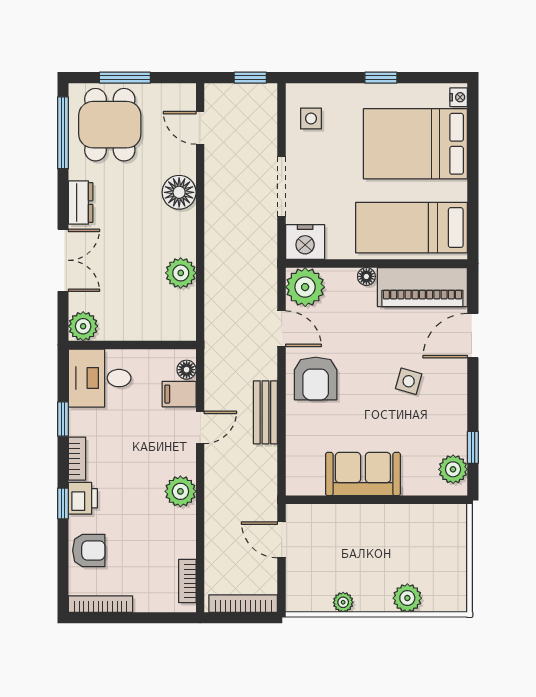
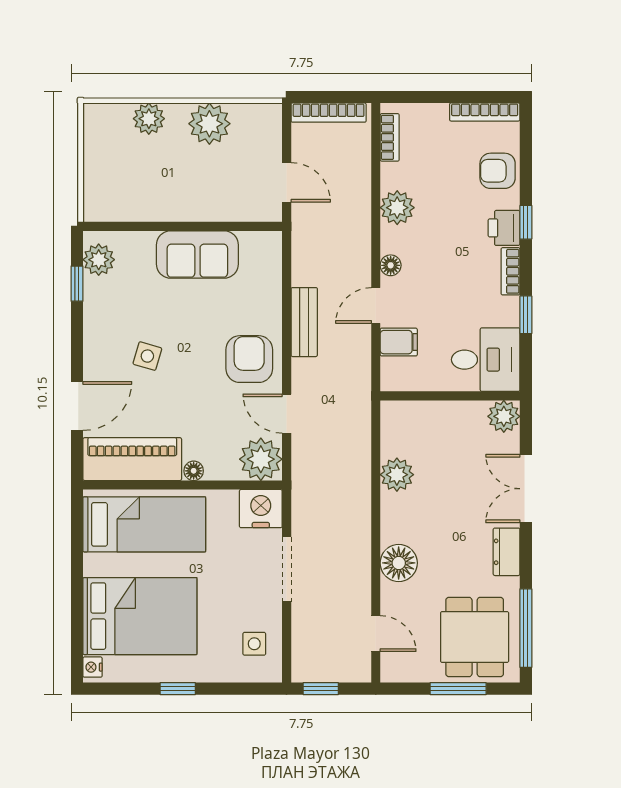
floor lamp: (187, 370) -> (391, 265), moved
plant: (180, 491) -> (397, 208), moved
plant: (343, 602) -> (209, 124), width x1.87, depth x1.87

